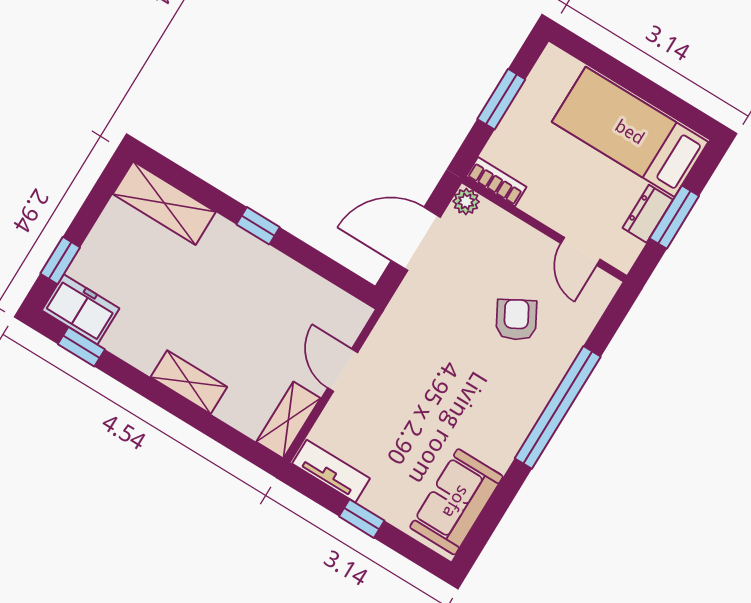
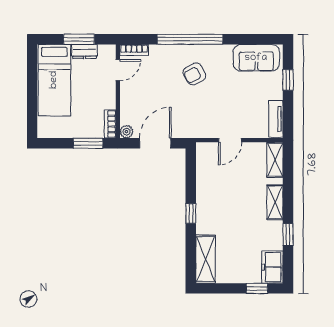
window: (501, 99) -> (88, 143), moved
door: (416, 239) -> (155, 143), swing flipped
bookcase: (598, 300) -> (134, 50), added
armchair: (516, 320) -> (194, 74), moved
window: (81, 347) -> (288, 235), moved
shelving: (288, 420) -> (275, 160), moved, turned 90
window: (362, 519) -> (288, 80), moved

